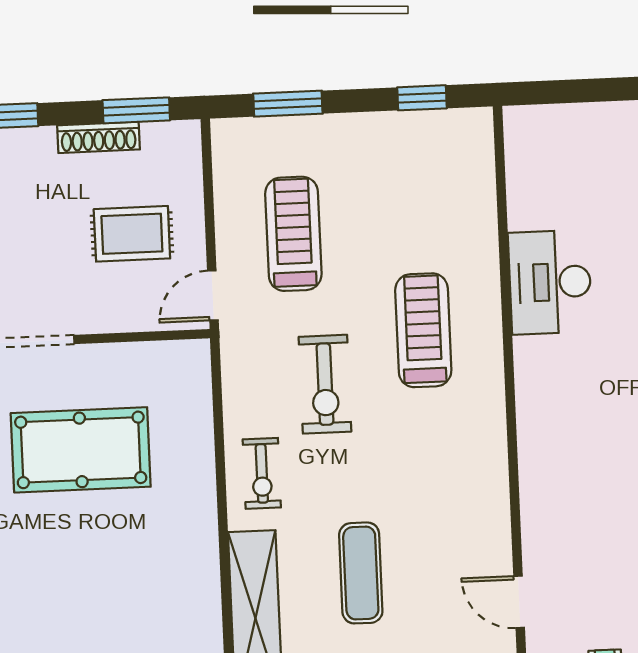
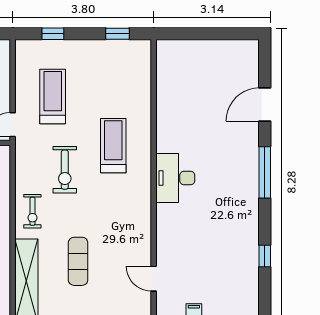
window: (288, 104) -> (53, 34), width x0.67
desk: (550, 282) -> (175, 178), moved

